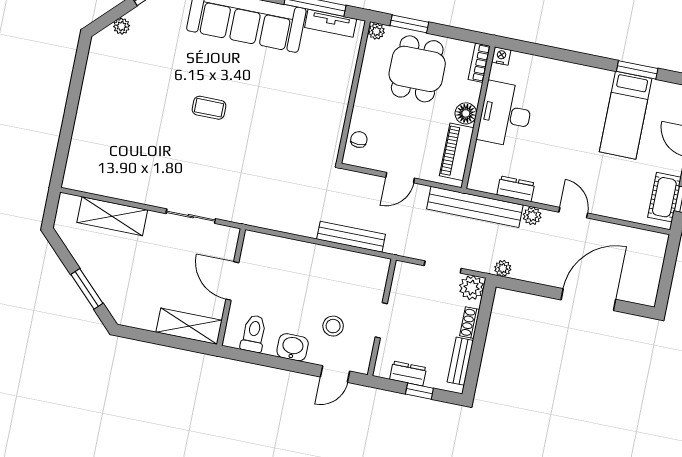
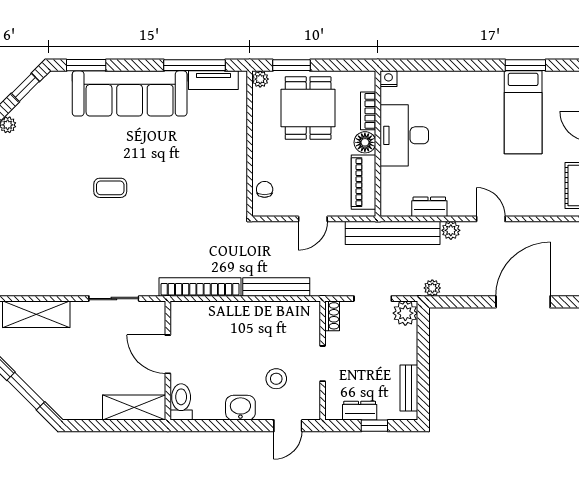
bookcase: (479, 63) -> (368, 111), moved
bookcase: (277, 222) -> (200, 287), added
shoe rack: (470, 323) -> (332, 316), moved, turned 180
toilet: (254, 334) -> (181, 402), moved

